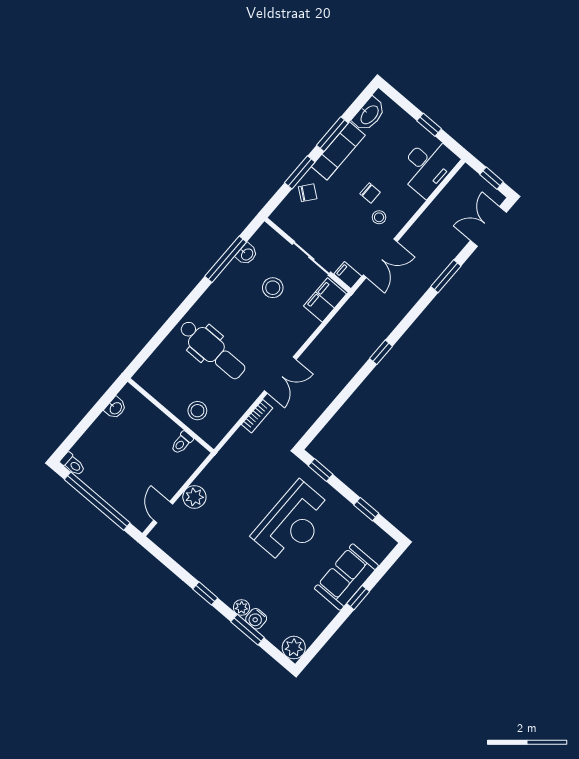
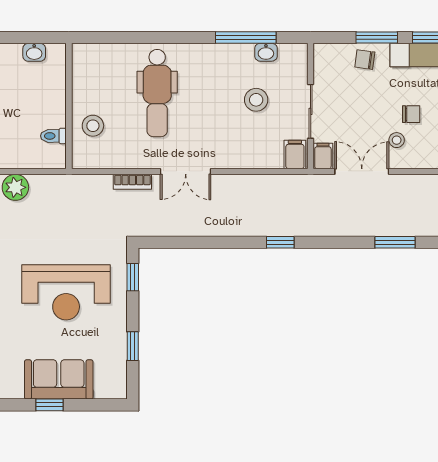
chair: (308, 193) -> (365, 60), turned 150
chair: (370, 193) -> (411, 114), turned -90
double door: (380, 258) -> (362, 171), swing flipped
filing cabinet: (325, 300) -> (295, 154), width x0.50

